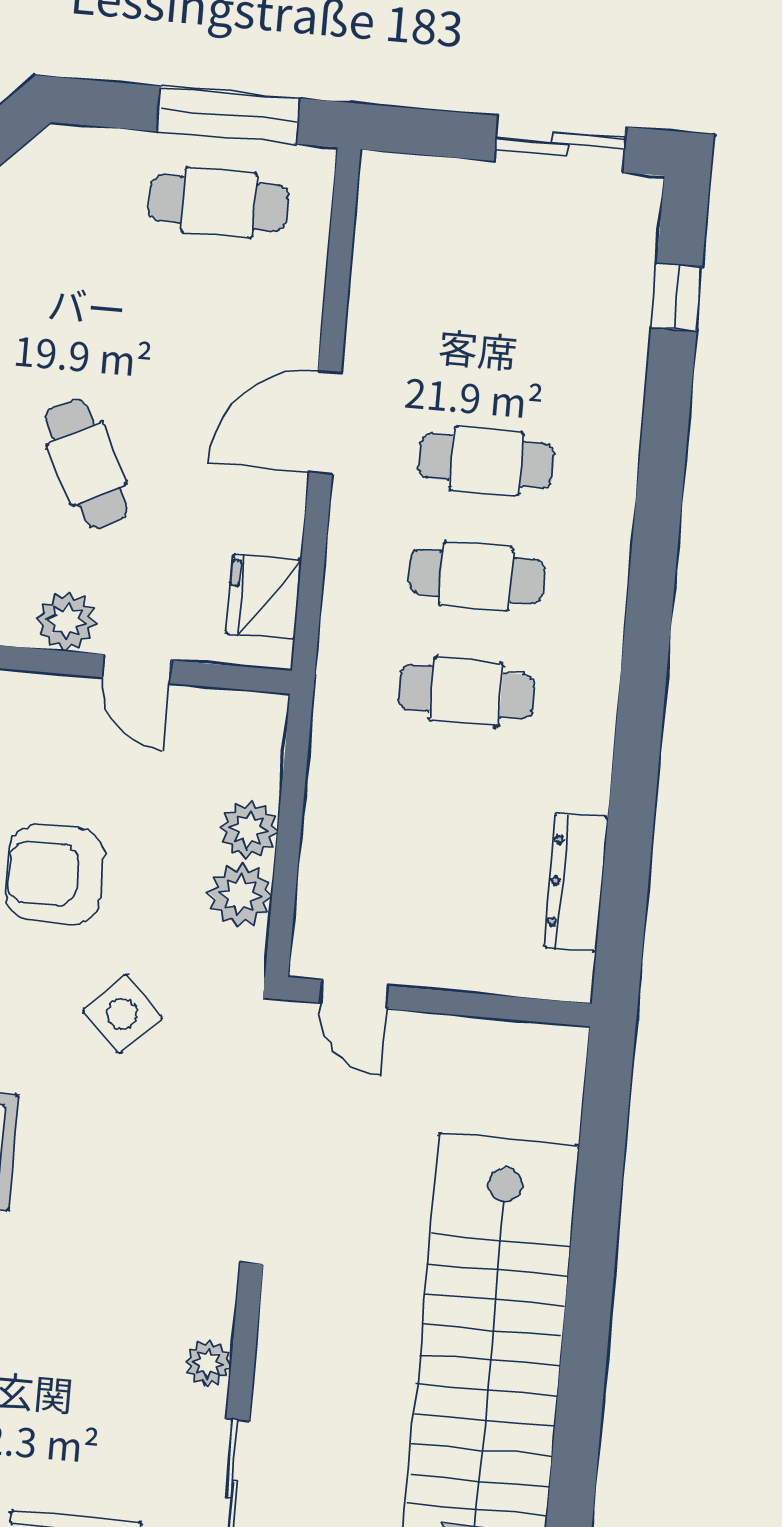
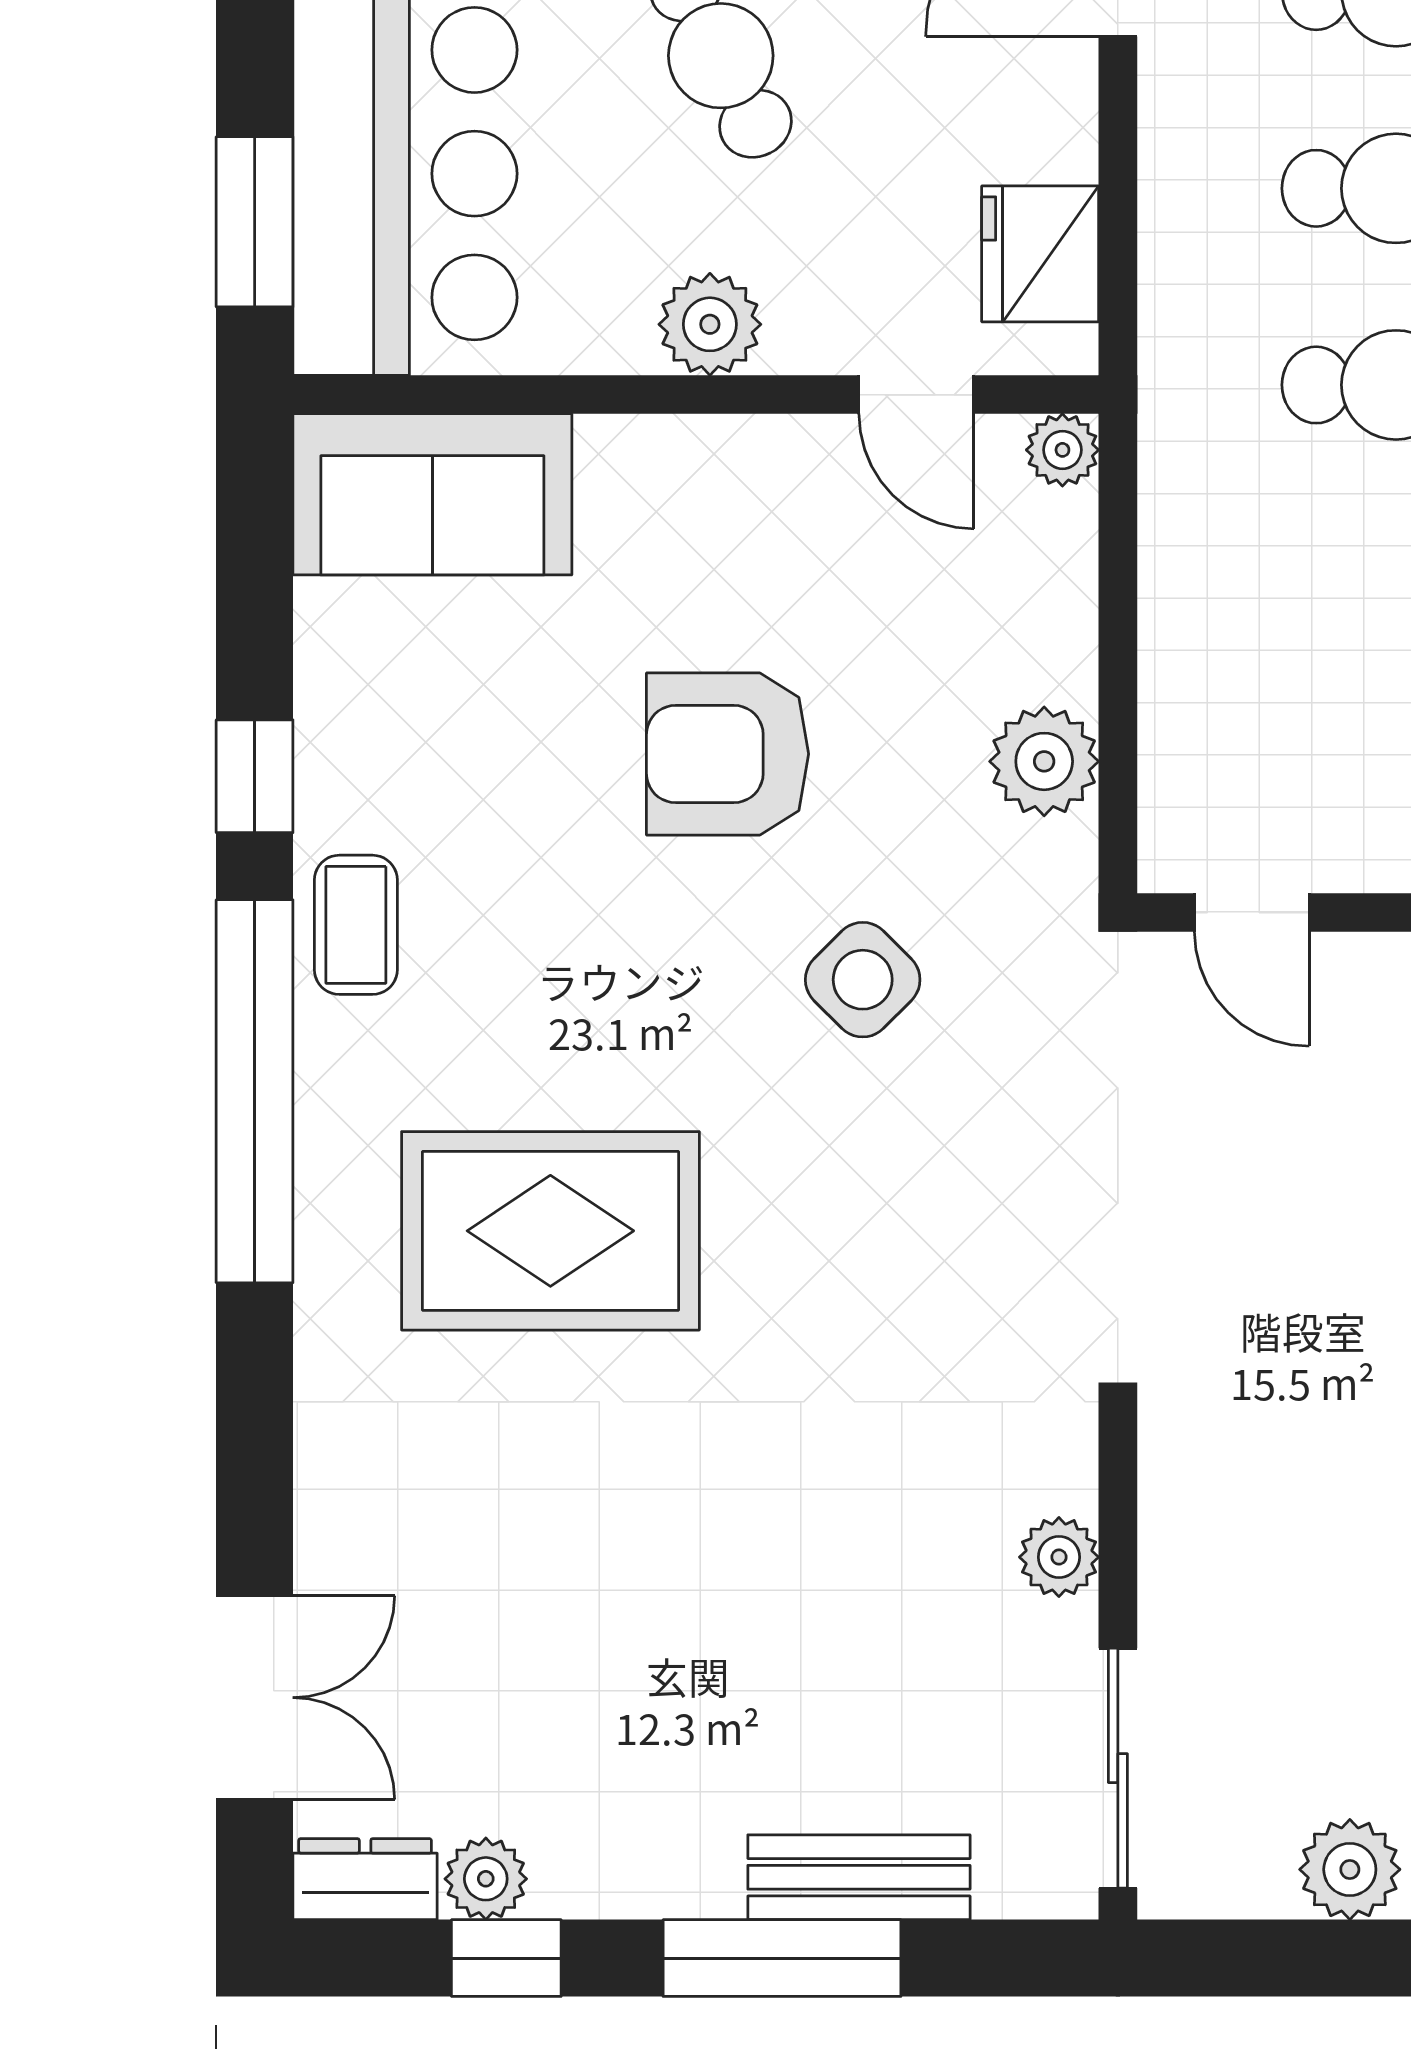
door: (137, 669) -> (916, 395), moved
plant: (249, 829) -> (1062, 450), moved, width x0.73, depth x0.73

